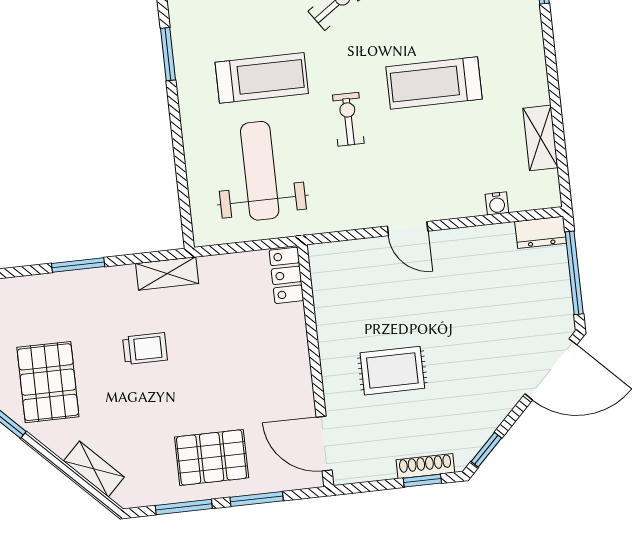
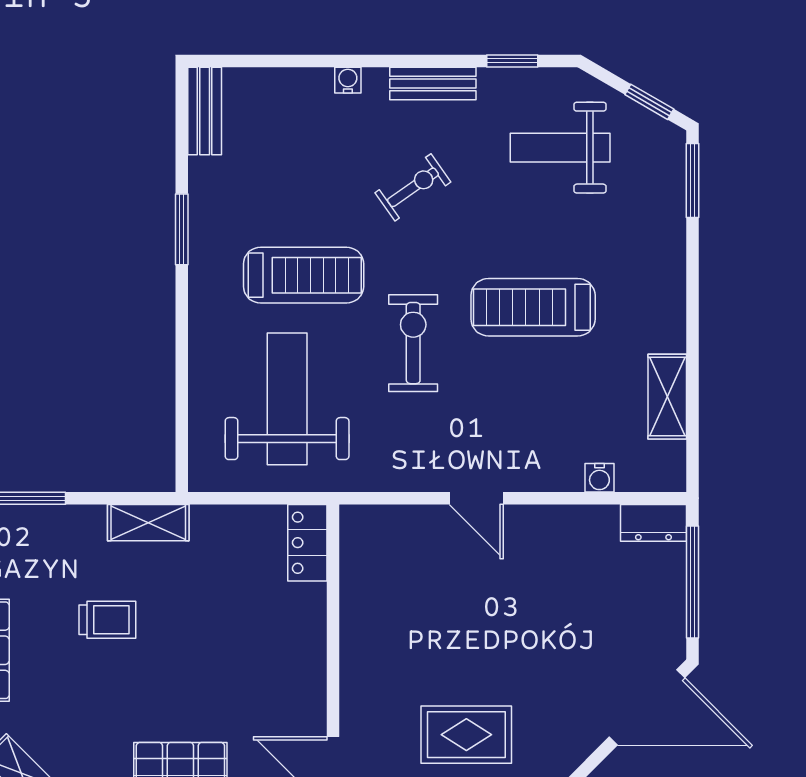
exercise bike: (348, 119) -> (413, 343), width x1.38, depth x1.39
rug: (392, 371) -> (466, 735), moved

